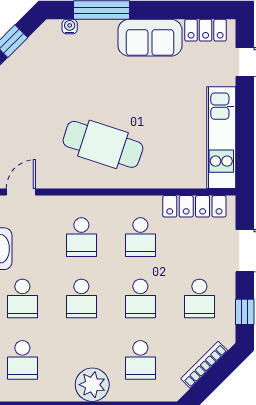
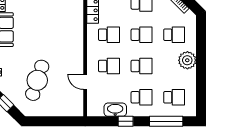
cafe table: (103, 144) -> (37, 80), moved
door: (21, 192) -> (85, 82), moved

